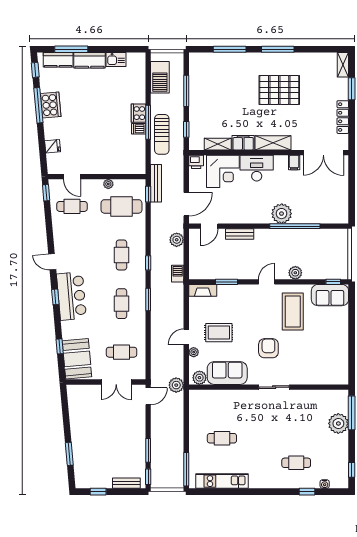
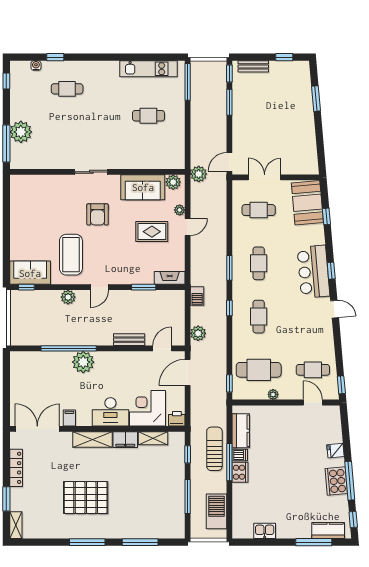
kitchen counter: (90, 60) -> (241, 431), moved, turned 90
fridge: (53, 146) -> (335, 451), moved
bench: (156, 183) -> (221, 395), removed

